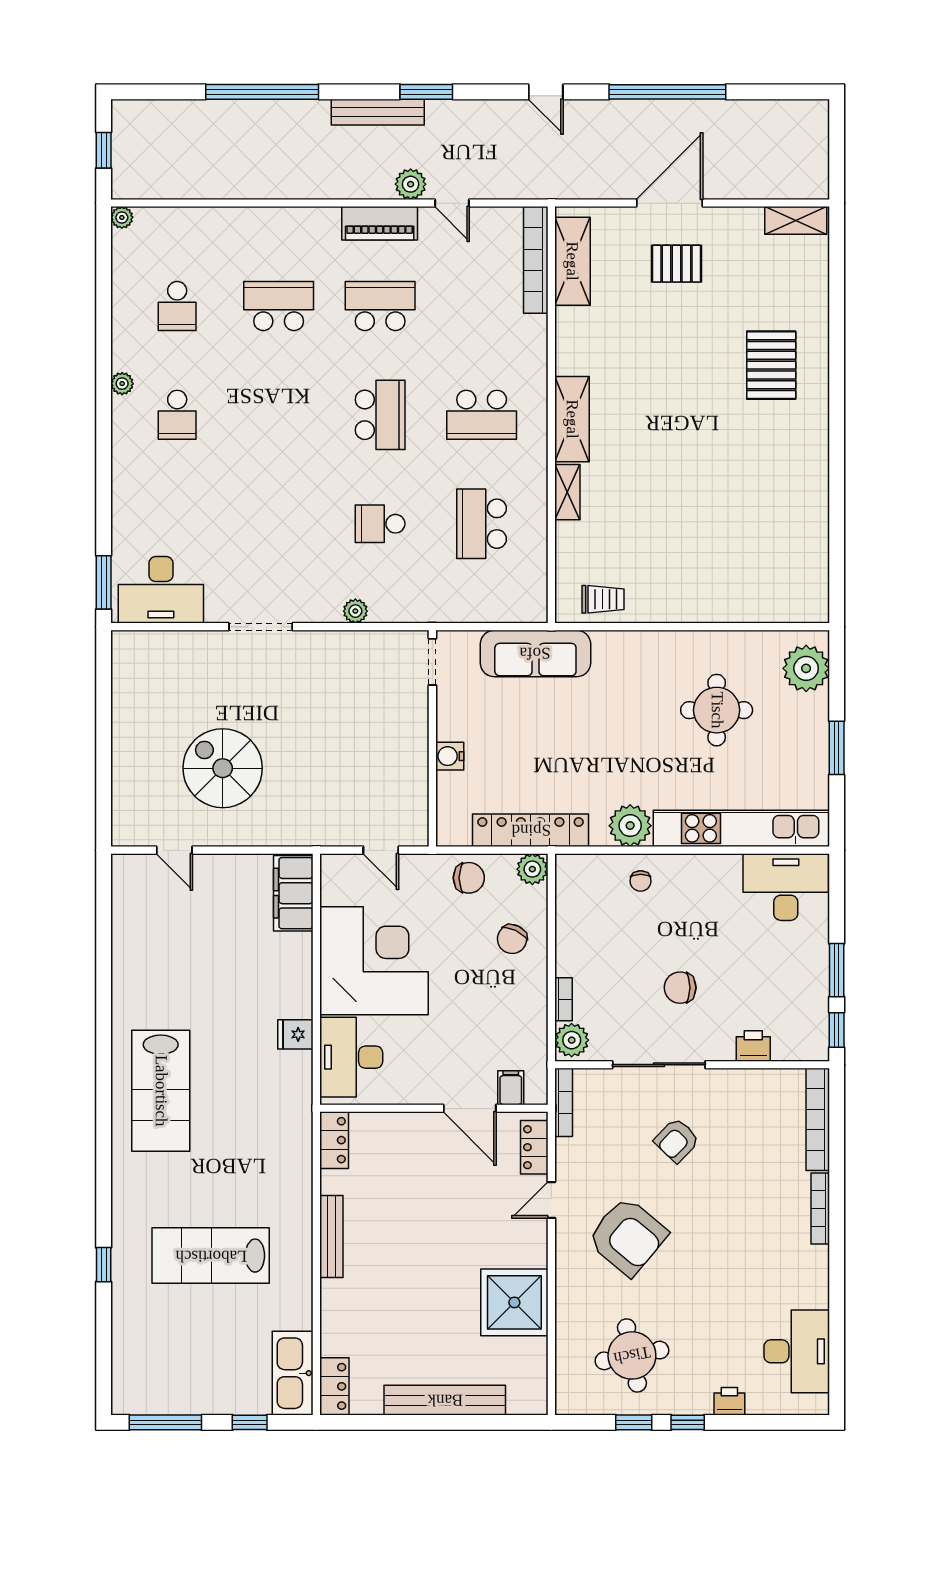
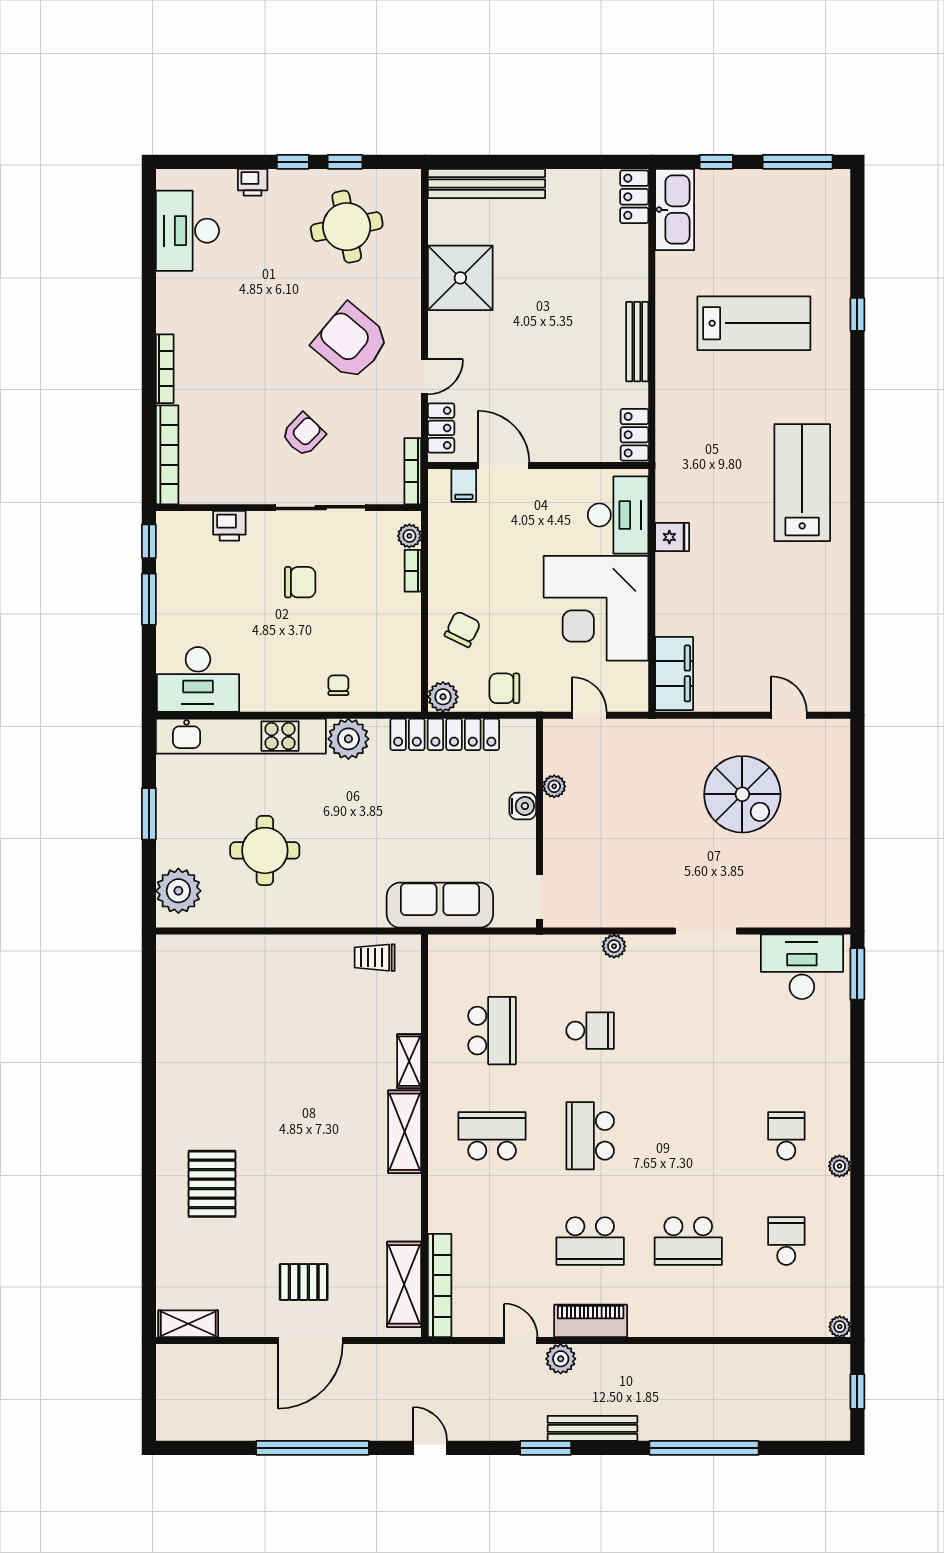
plant: (417, 776) -> (554, 786), added
plant: (572, 1040) -> (409, 536), width x0.73, depth x0.73
bench: (445, 1400) -> (487, 183), moved

